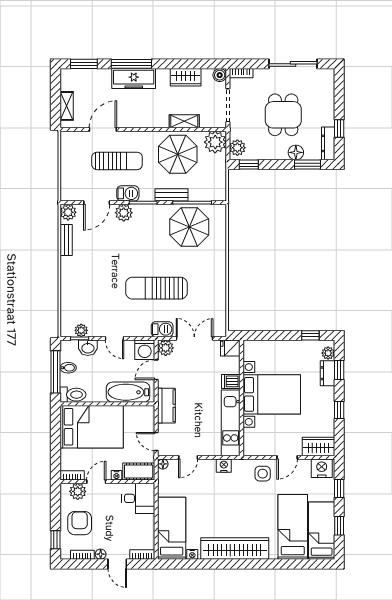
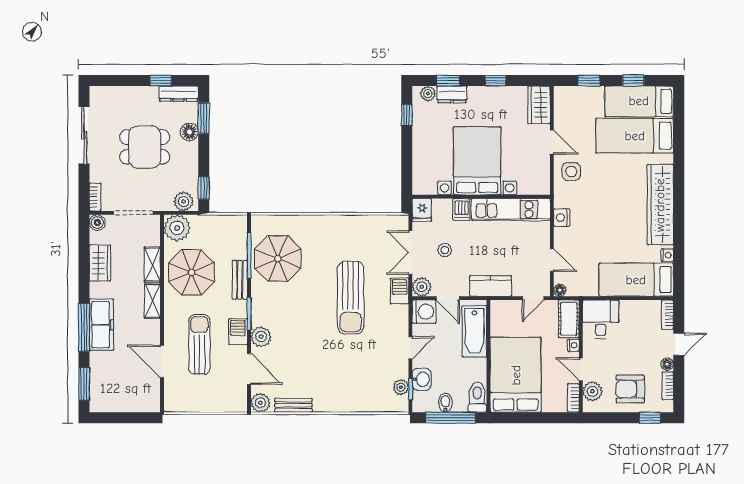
shelving: (67, 106) -> (152, 301), moved, turned 90
stool: (197, 367) -> (445, 250), added
nightstand: (322, 468) -> (565, 101), removed

